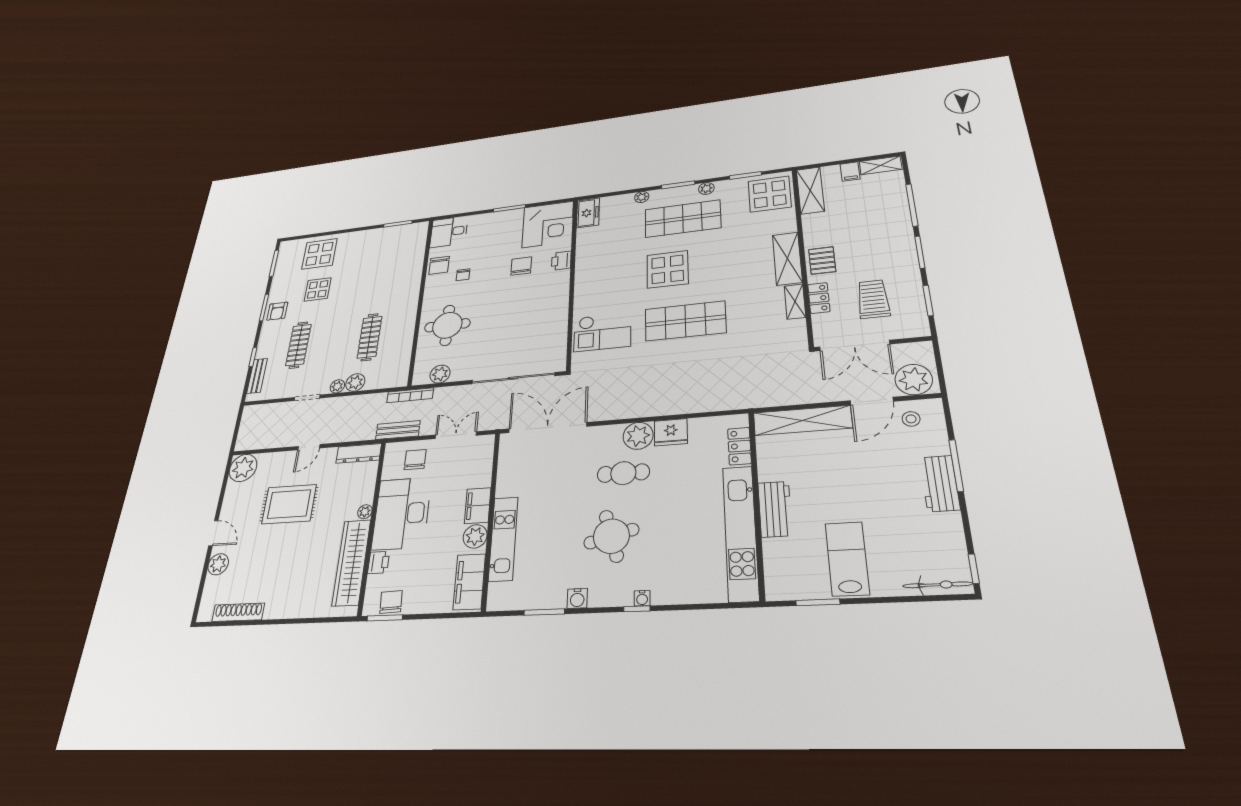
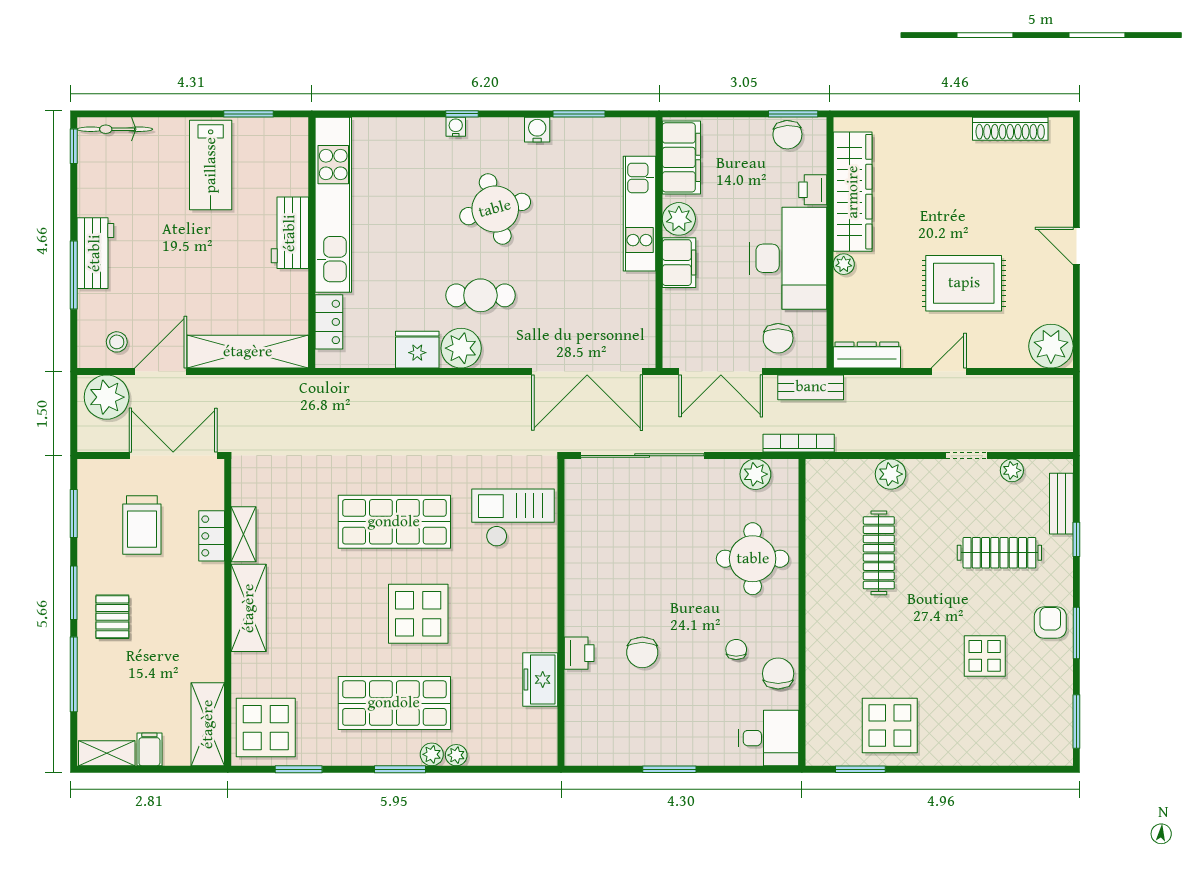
plant: (706, 189) -> (432, 754), moved
freezer: (588, 213) -> (540, 679), moved
corner desk: (548, 224) -> (604, 726), removed
display table: (319, 254) -> (890, 725), moved
pallet: (822, 260) -> (112, 617), moved
clothes rail: (298, 345) -> (999, 553), turned 90
plant: (337, 386) -> (1012, 470), moved
double door: (456, 435) -> (721, 372), width x1.37
plant: (218, 564) -> (1057, 199), removed

